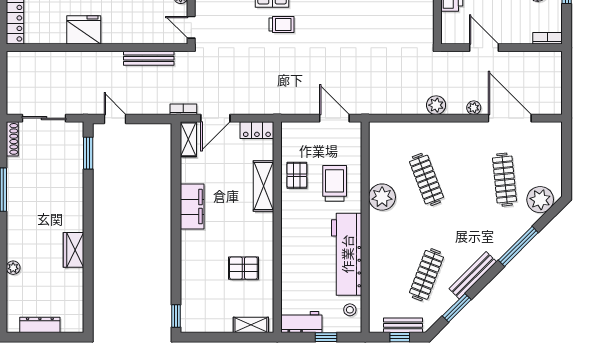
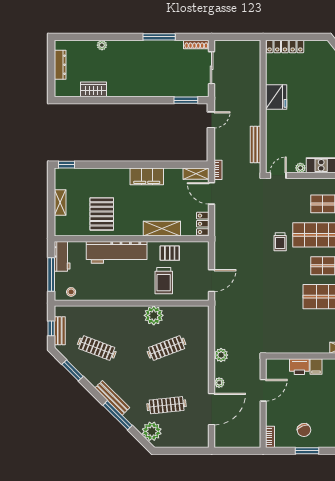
trolley: (335, 183) -> (164, 281), turned 90
wardrobe: (74, 250) -> (94, 89), moved
workbench: (347, 254) -> (117, 252), moved, turned 180
pallet: (243, 268) -> (102, 214), width x1.50, depth x1.42
bench: (473, 275) -> (112, 398), moved
shelving: (251, 325) -> (60, 203), moved
window: (326, 337) -> (51, 274), width x2.17

